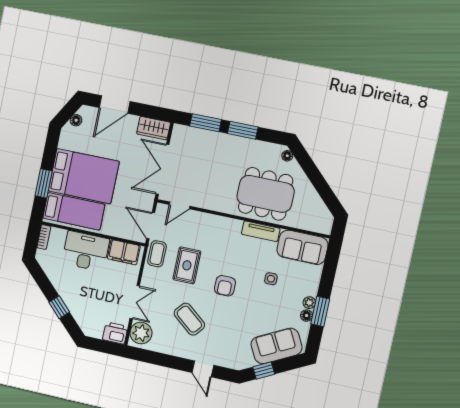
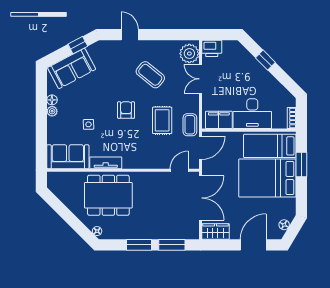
door: (151, 226) -> (200, 148), hinge flipped
window: (320, 311) -> (41, 106), removed

